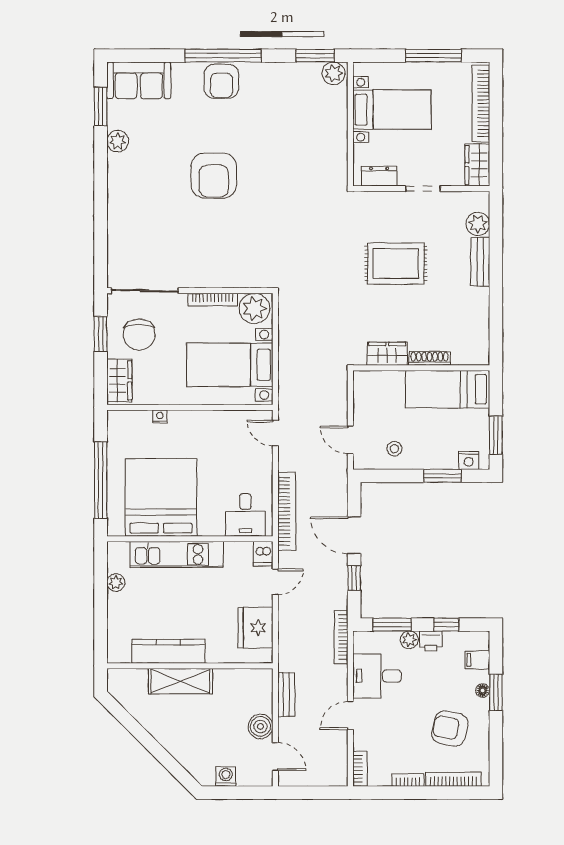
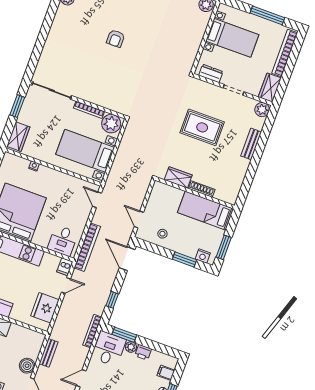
armchair: (214, 176) -> (116, 38), width x0.53, depth x0.53
plant: (478, 224) -> (262, 110), moved
chair: (139, 334) -> (39, 114), removed
door: (354, 535) -> (127, 259), moved
window: (446, 625) -> (155, 346), removed
desk: (377, 676) -> (109, 349), moved, turned 90

